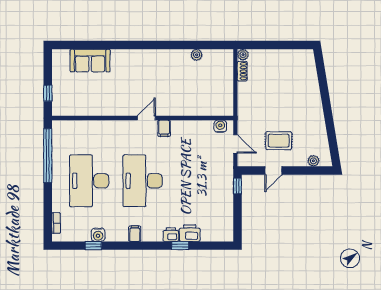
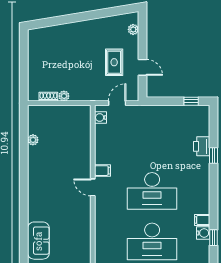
plant: (243, 55) -> (64, 96), moved
window: (237, 186) -> (191, 101), moved
filing cabinet: (135, 234) -> (202, 220), moved
printer: (171, 235) -> (203, 164), removed

